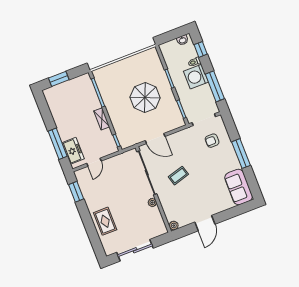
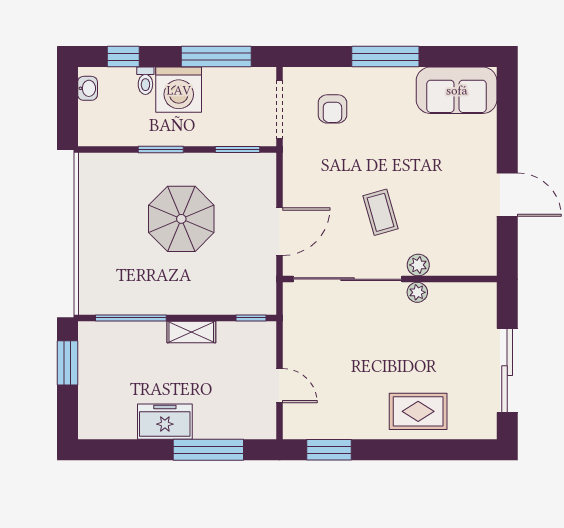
window: (59, 79) -> (67, 363), moved
freezer: (73, 151) -> (165, 422), moved
plant: (174, 226) -> (418, 265), moved

